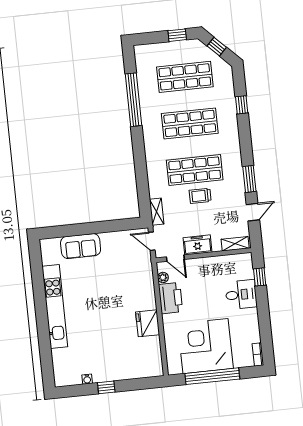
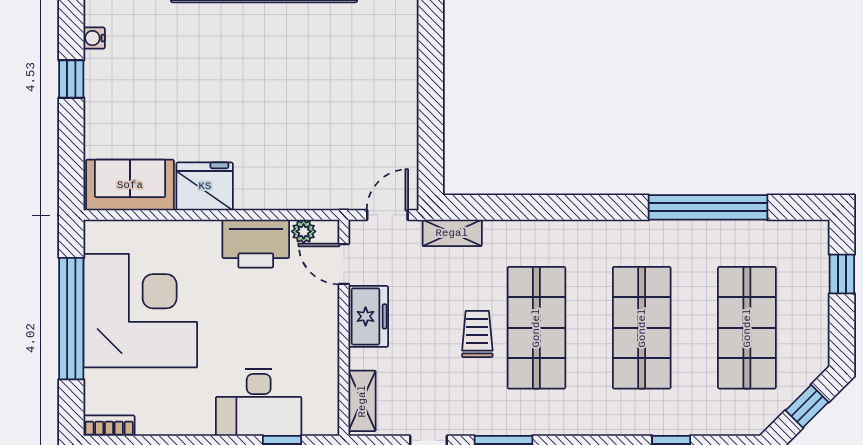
window: (177, 35) -> (842, 274), moved
sofa: (81, 246) -> (130, 185), moved, turned 90
door: (175, 258) -> (344, 264), hinge flipped
desk: (241, 295) -> (259, 402), width x1.37

